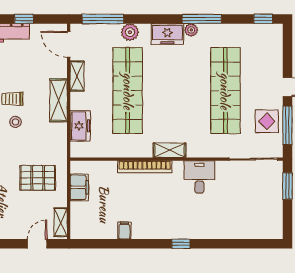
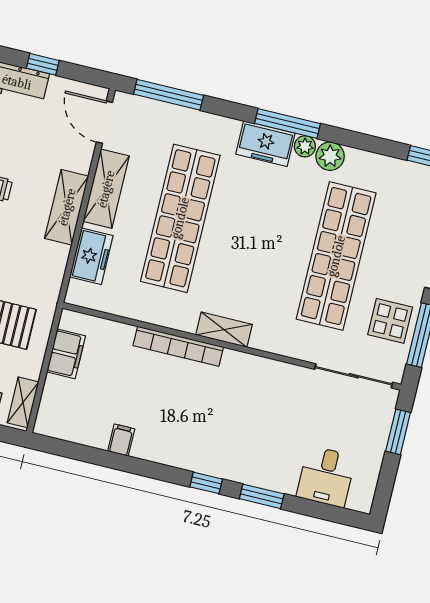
window: (202, 19) -> (288, 124), moved
plant: (130, 32) -> (330, 156), moved
shelving: (77, 76) -> (106, 189), width x1.50, depth x1.33
desk: (199, 177) -> (326, 477), moved, turned 180
window: (216, 244) -> (262, 496), added

